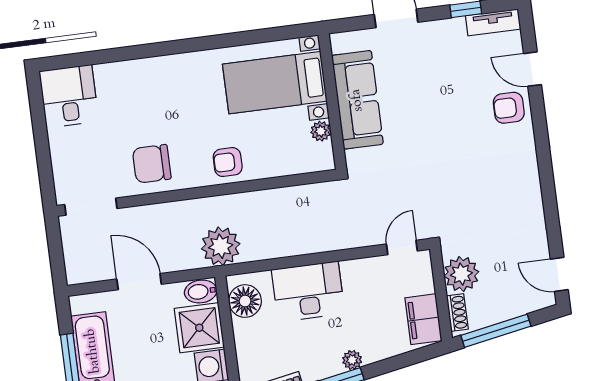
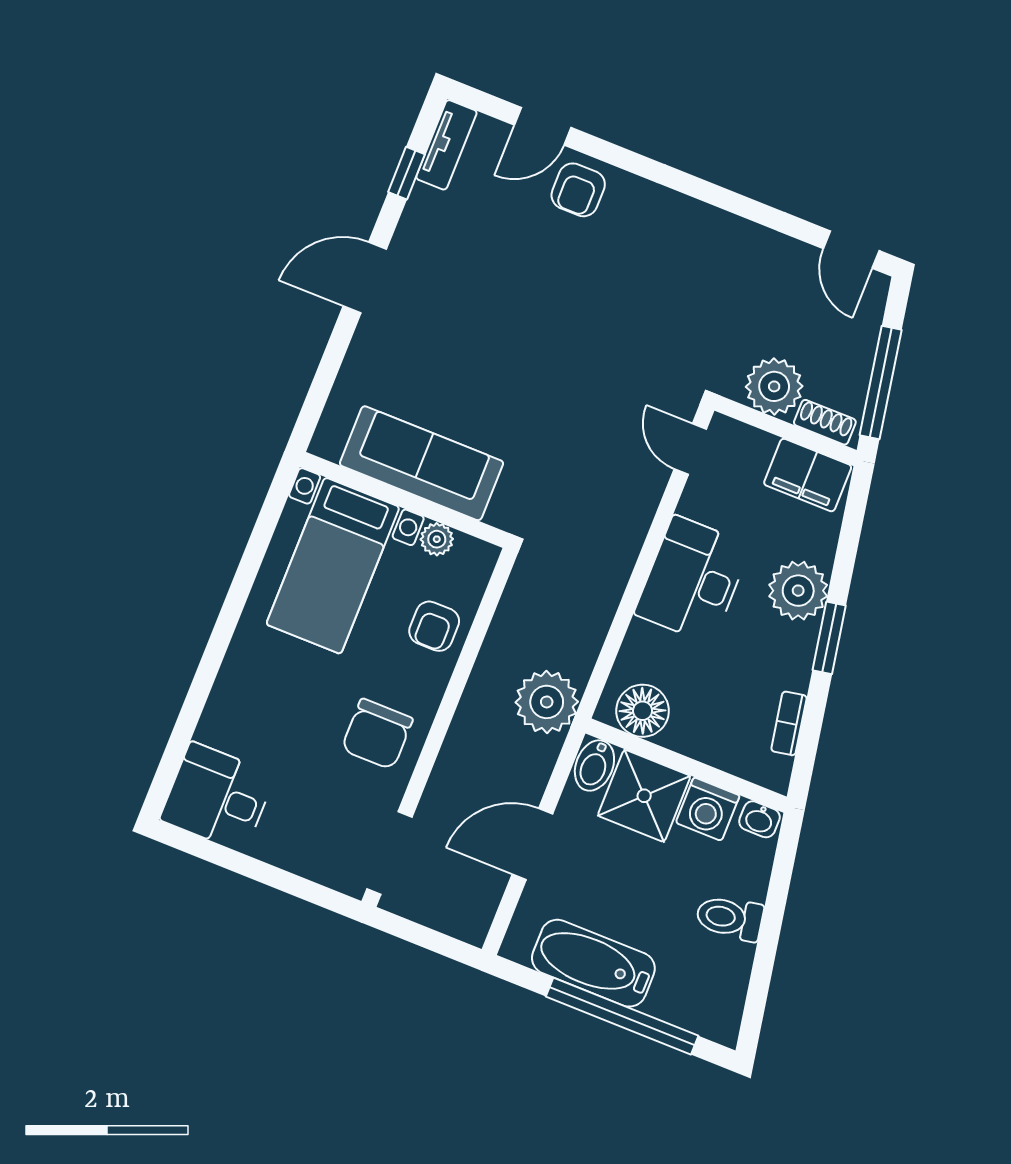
bed with nightstands: (275, 83) -> (333, 566), moved
sofa: (357, 100) -> (421, 463), moved
wall: (332, 102) -> (404, 500), moved
plant: (321, 131) -> (437, 539), moved
door: (559, 274) -> (851, 250), hinge flipped
desk: (308, 292) -> (693, 580), moved
plant: (352, 360) -> (798, 591), width x1.88, depth x1.88

